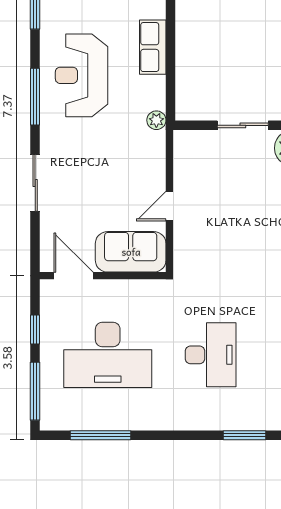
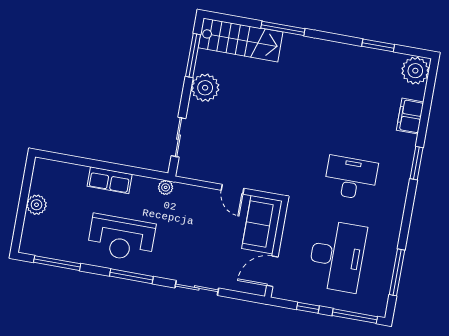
sliding door: (243, 125) -> (179, 137), moved

